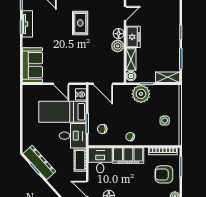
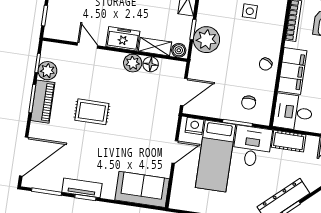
floor lamp: (119, 34) -> (151, 64), moved

